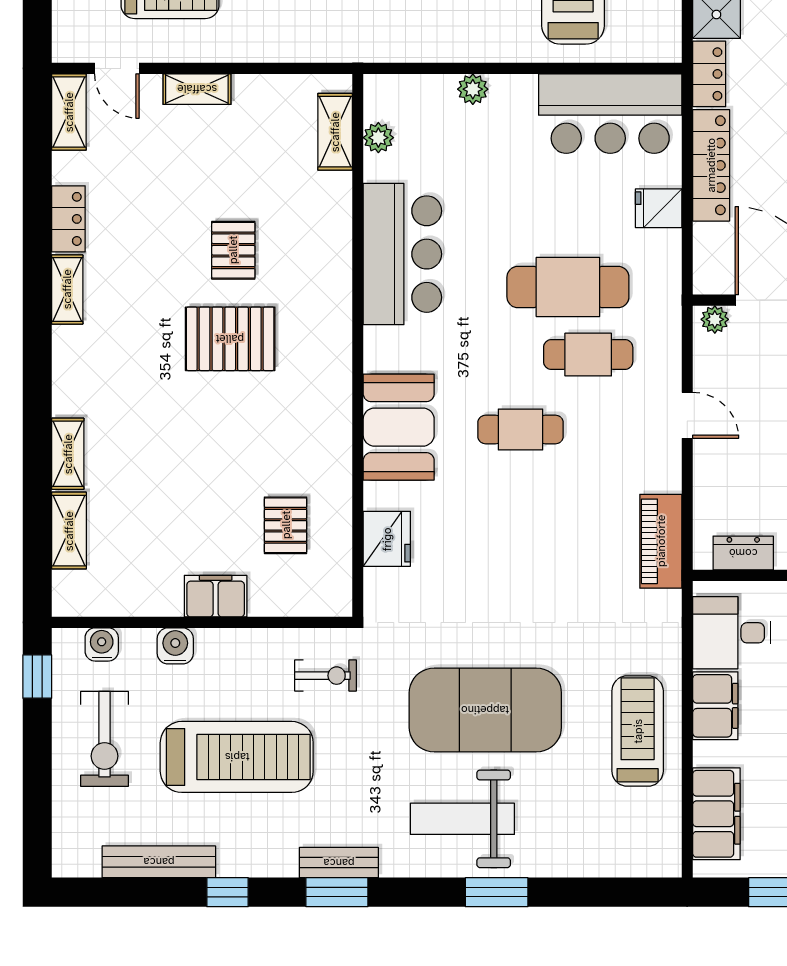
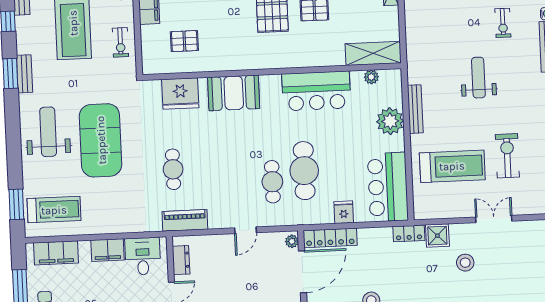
bench: (450, 49) -> (415, 109), added
plant: (473, 89) -> (390, 121), width x1.87, depth x1.87
shelving: (335, 132) -> (373, 53), width x1.50, depth x1.33
locker: (711, 165) -> (330, 238), moved
cafe table: (521, 429) -> (173, 169), moved
fridge: (387, 539) -> (180, 93), width x1.36, depth x1.34
exercise bike: (326, 676) -> (120, 42), moved
treadmill: (638, 731) -> (54, 210), moved
window: (497, 892) -> (16, 204), moved

